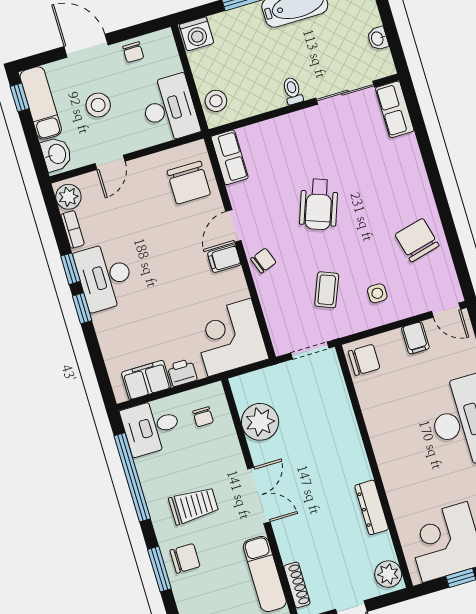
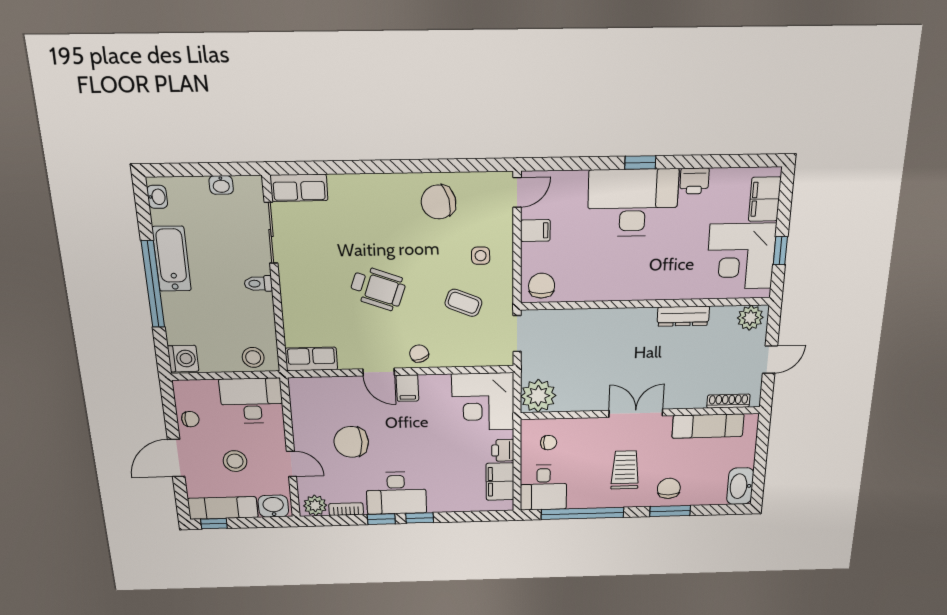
chair: (189, 183) -> (351, 442), moved, turned 180
plant: (260, 422) -> (538, 396), moved

